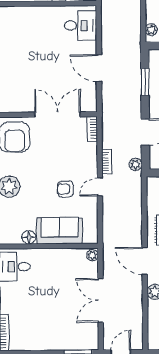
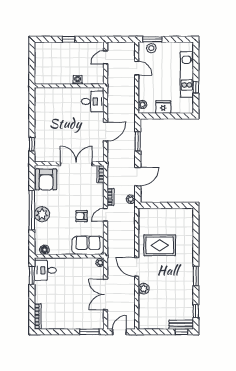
door: (99, 68) -> (106, 131), swing flipped
sofa: (60, 231) -> (88, 245), moved
floor lamp: (29, 237) -> (44, 250), moved

